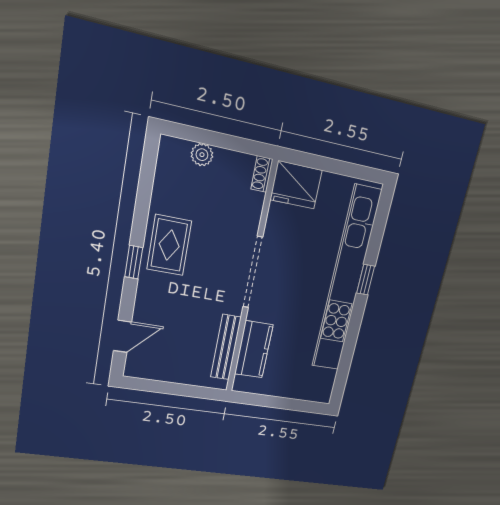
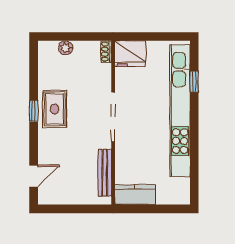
window: (134, 262) -> (34, 111), moved
window: (366, 280) -> (194, 82), moved
kitchen counter: (254, 349) -> (135, 195), moved, turned -90

